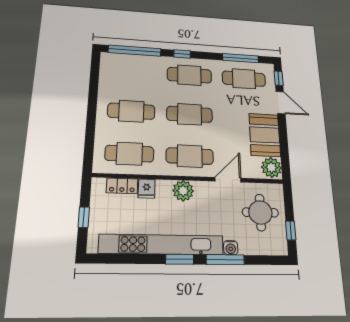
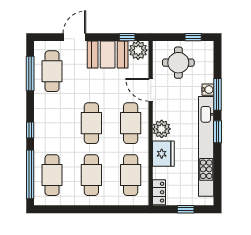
cafe table: (189, 75) -> (52, 175), moved
window: (279, 78) -> (127, 37), moved
locker: (122, 186) -> (159, 192), moved
fridge: (147, 189) -> (163, 154), width x1.88, depth x1.34

